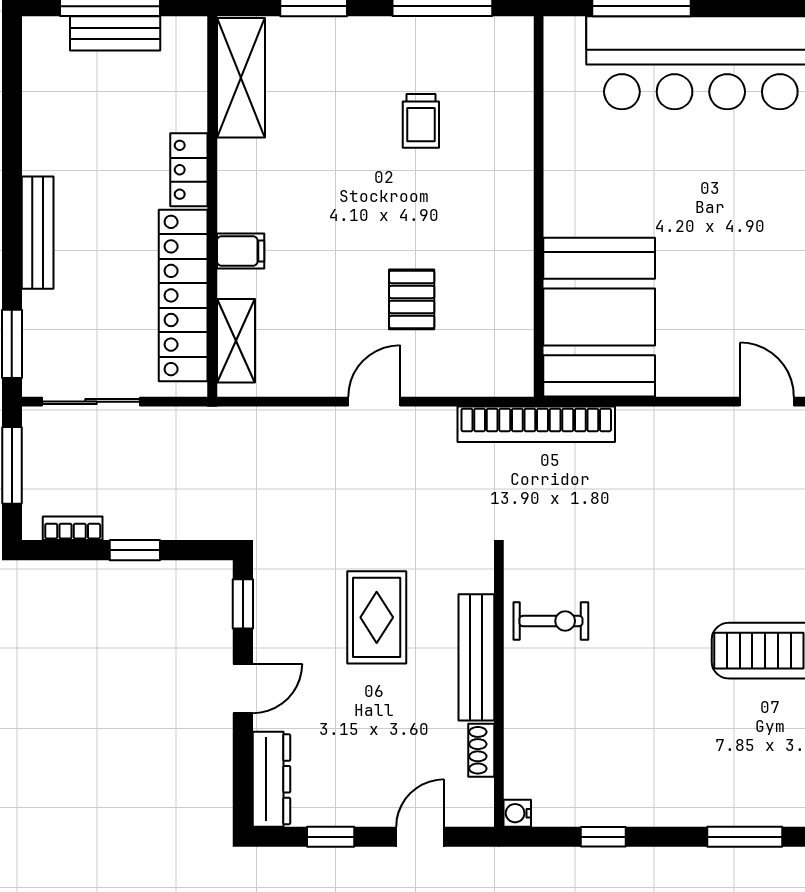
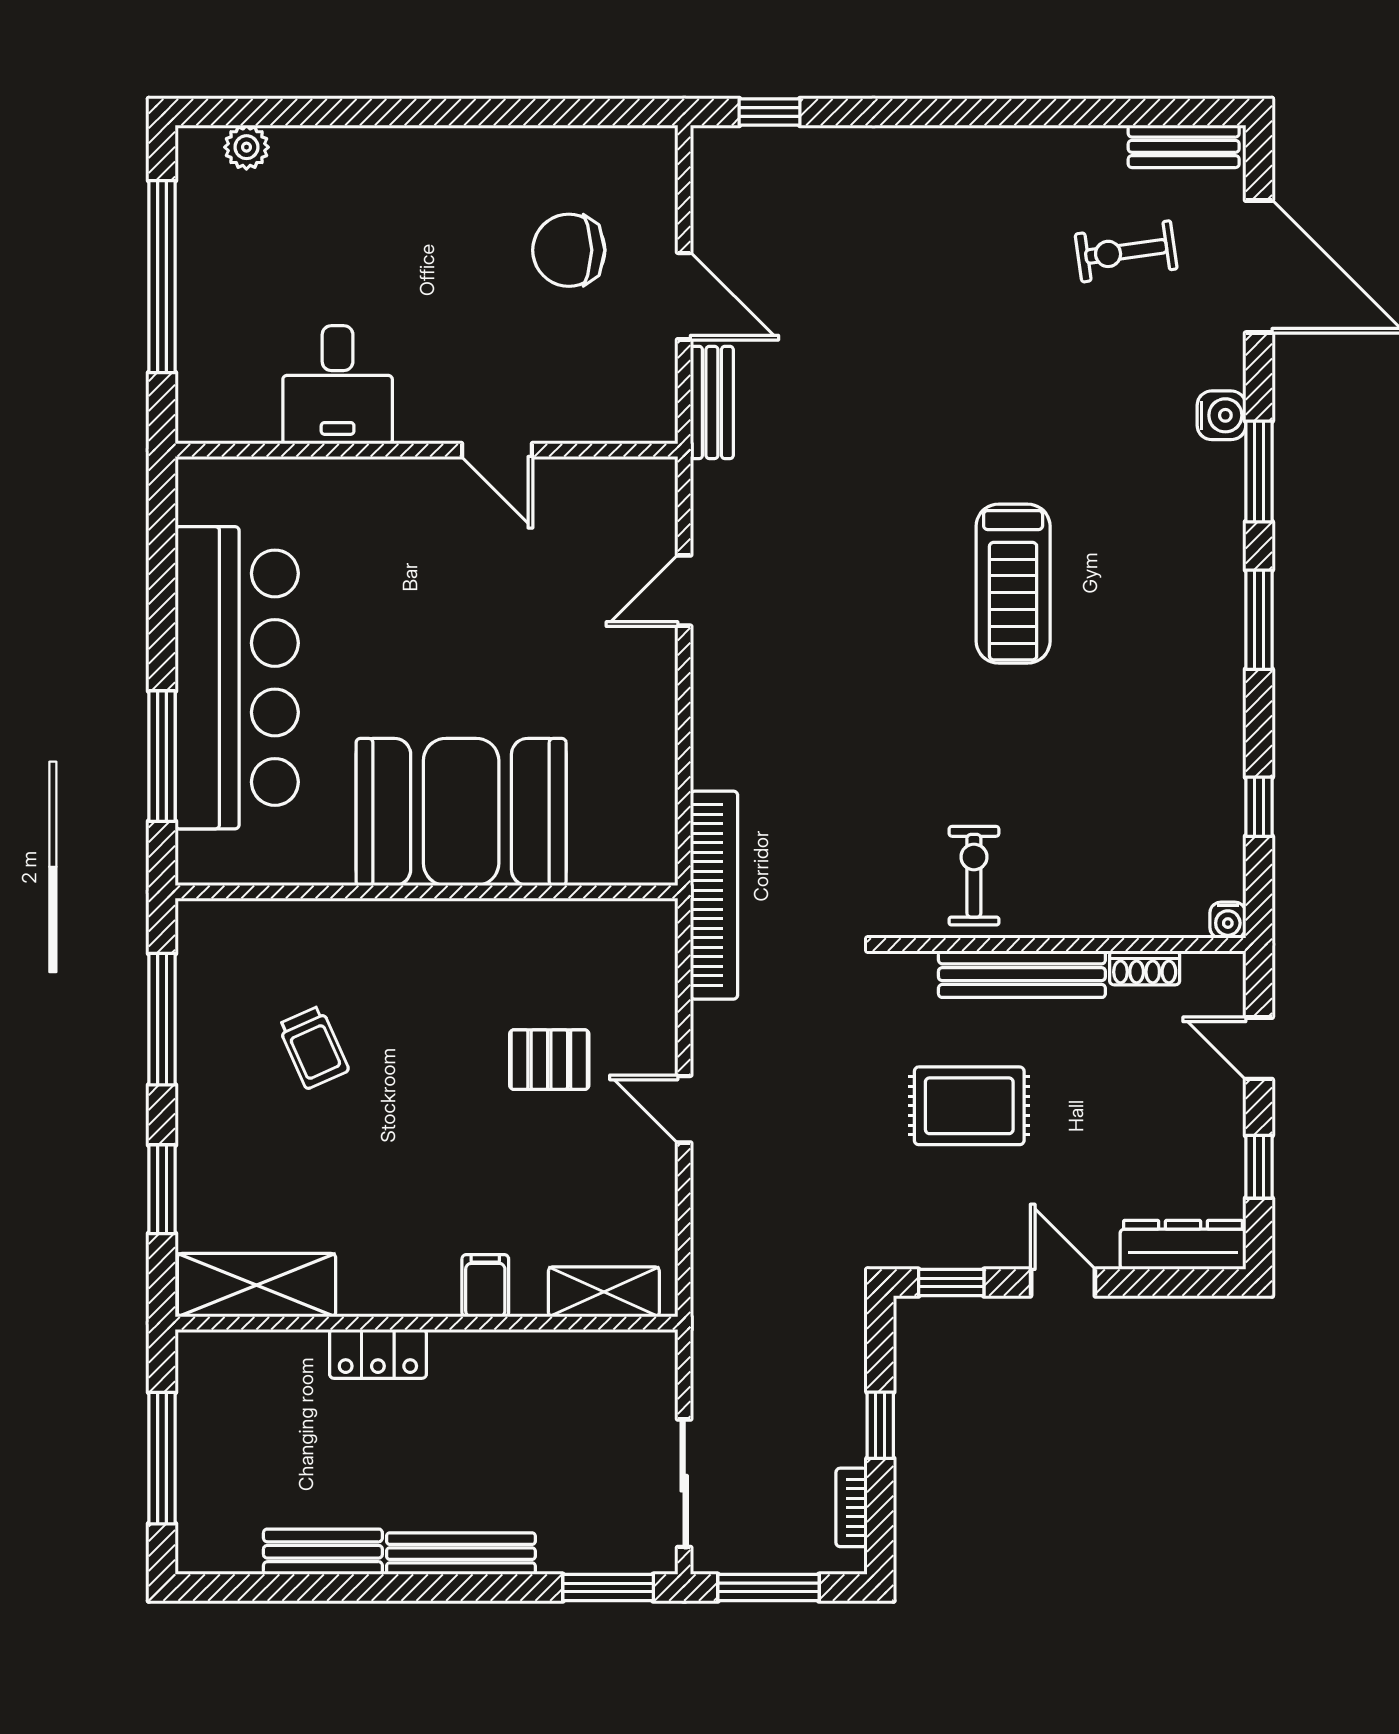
bench: (115, 33) -> (323, 1552), moved, turned 90
trolley: (421, 121) -> (313, 1047), turned 66
locker: (183, 295) -> (544, 1361), removed
booth: (599, 317) -> (461, 812), moved

